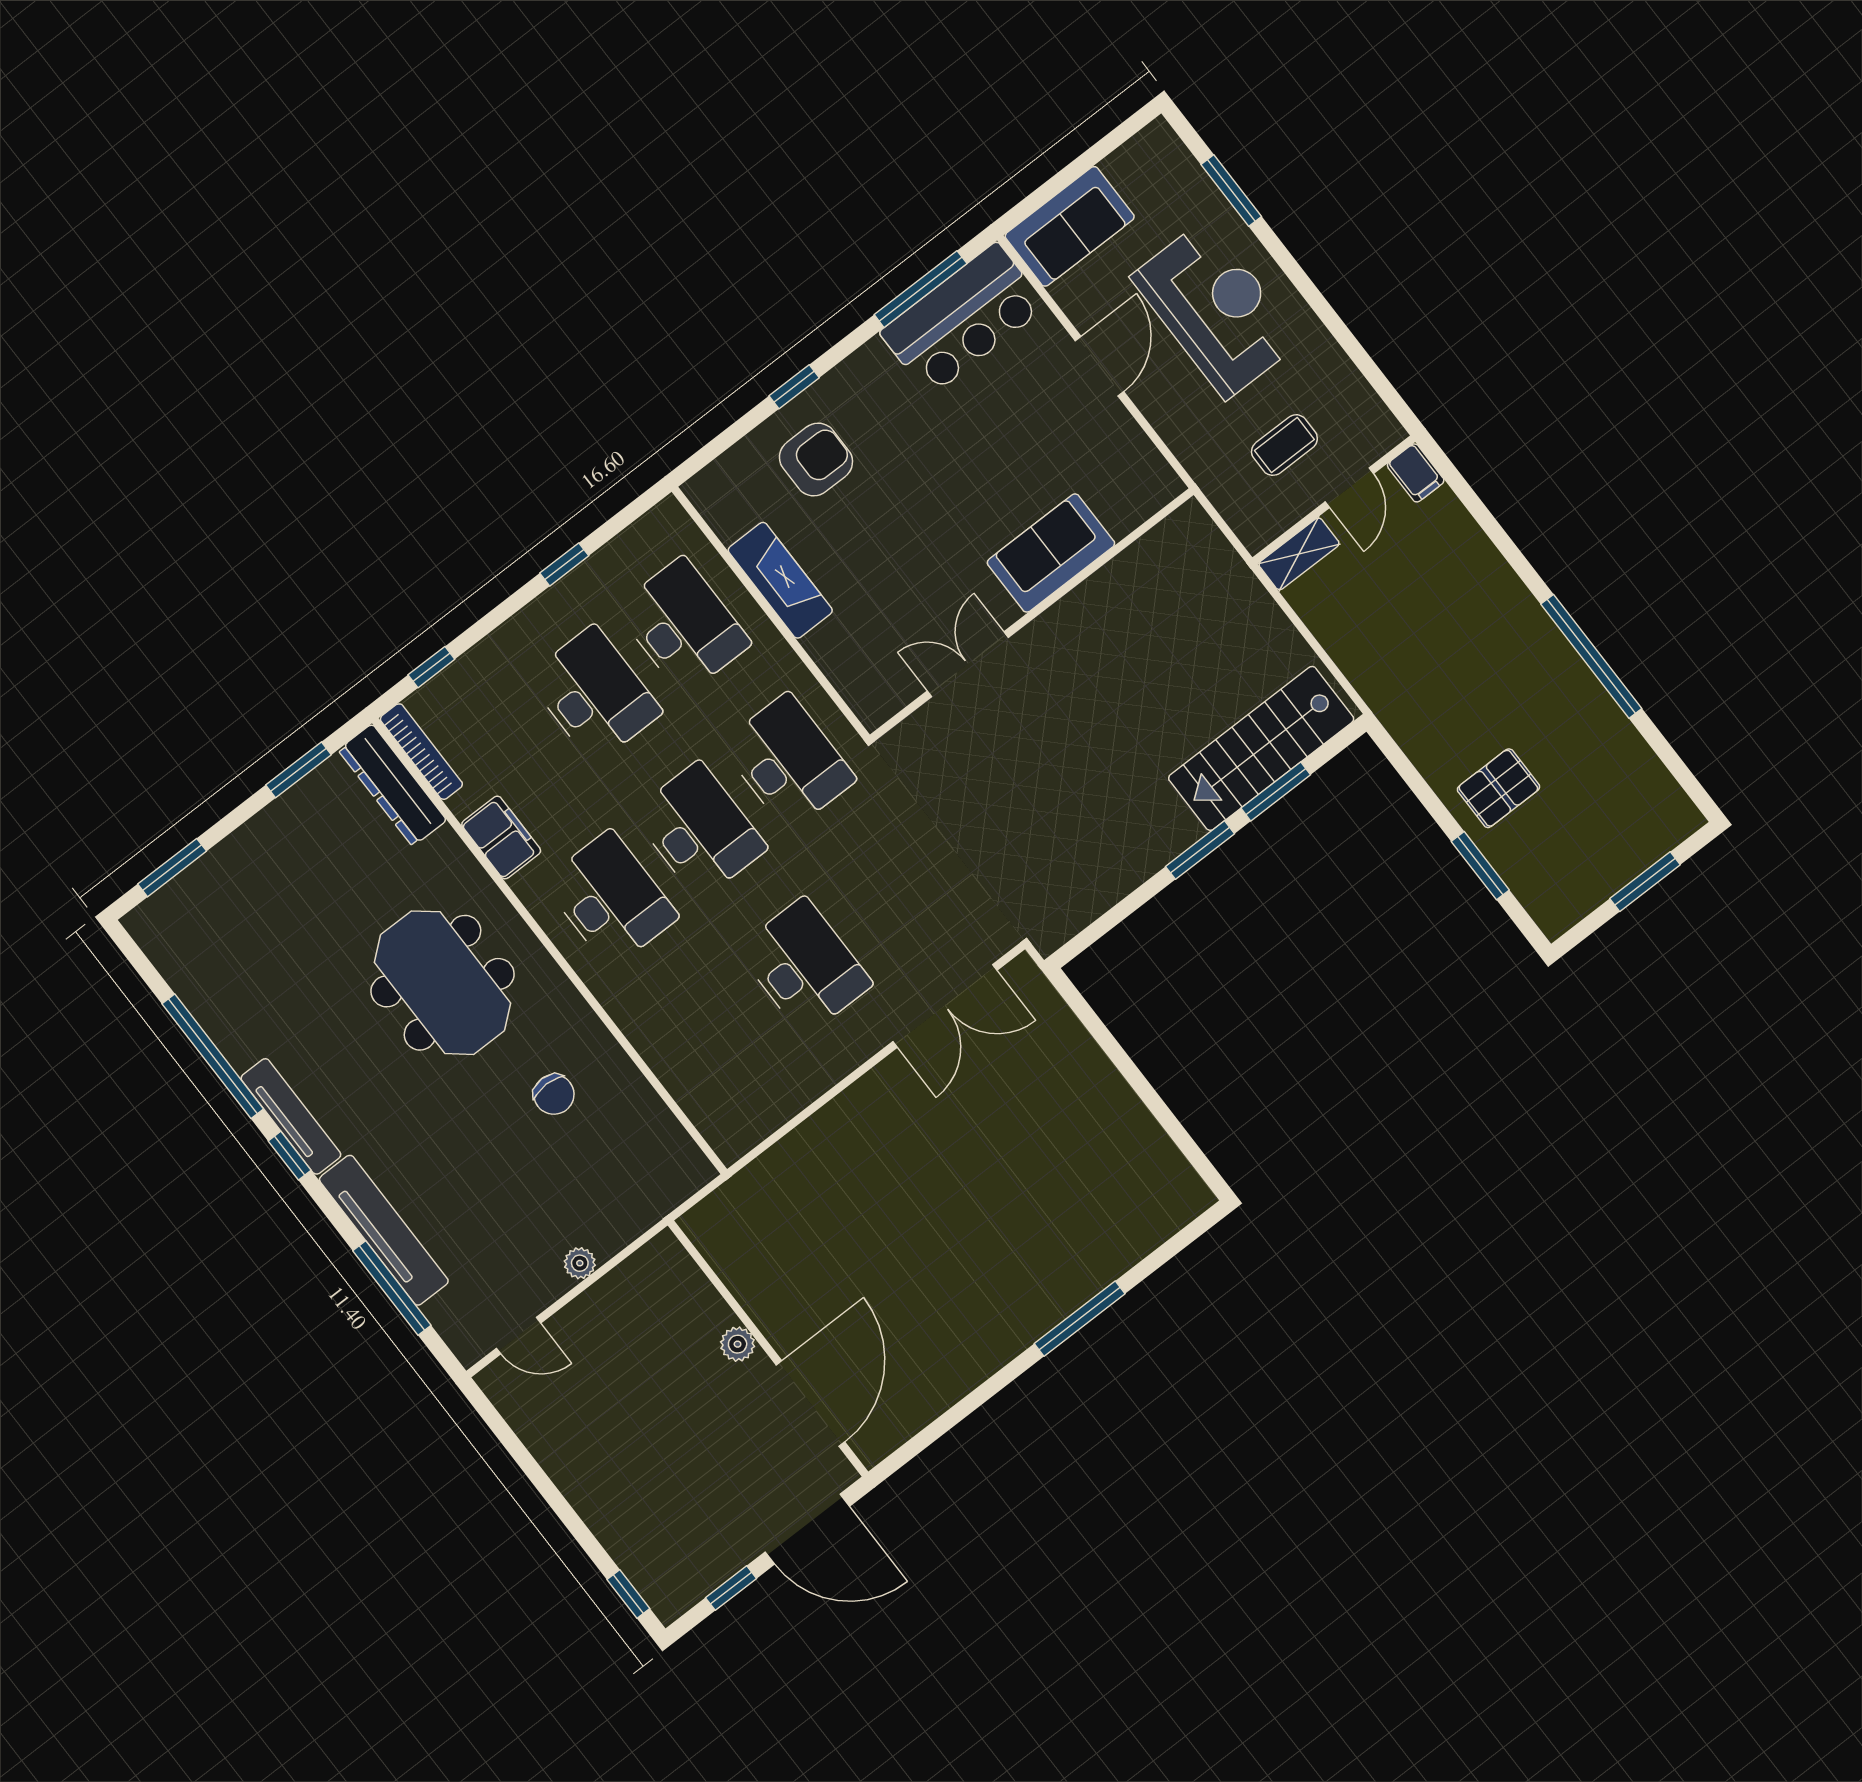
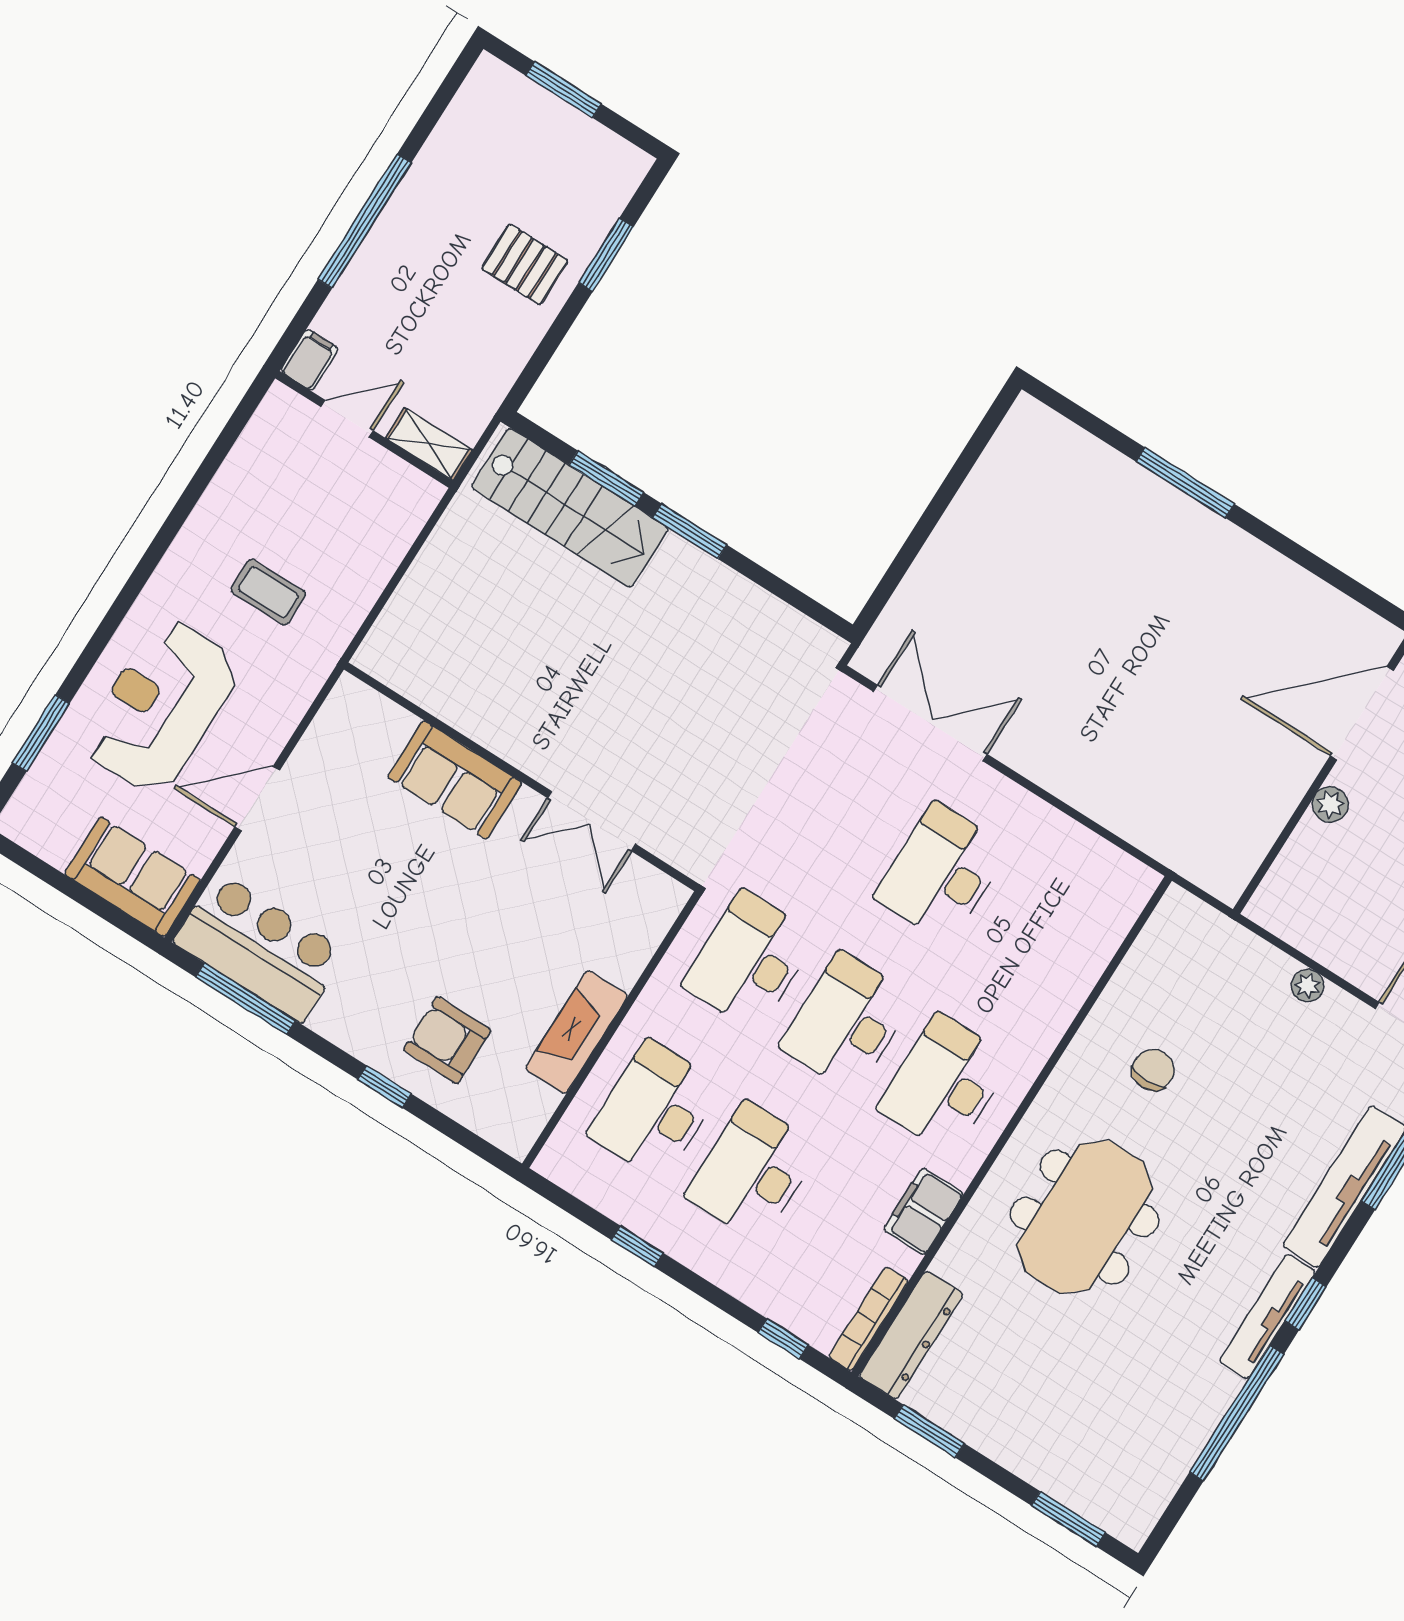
filing cabinet: (1416, 473) -> (310, 360), moved
door: (1349, 488) -> (347, 419), moved
wall: (1334, 500) -> (364, 430), moved
shelving: (1299, 554) -> (429, 444), moved

